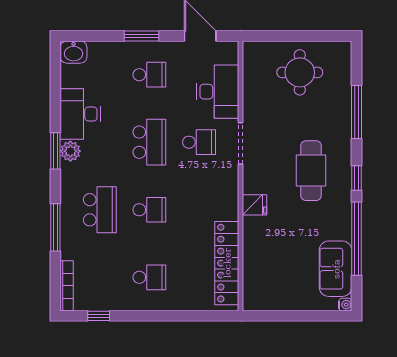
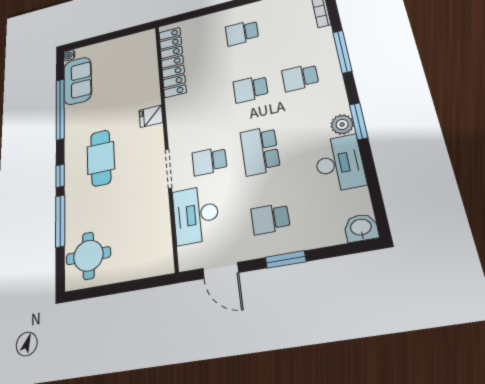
round table: (300, 72) -> (88, 256), moved
window: (356, 178) -> (60, 176), moved
school desk: (100, 210) -> (300, 78), width x0.54

